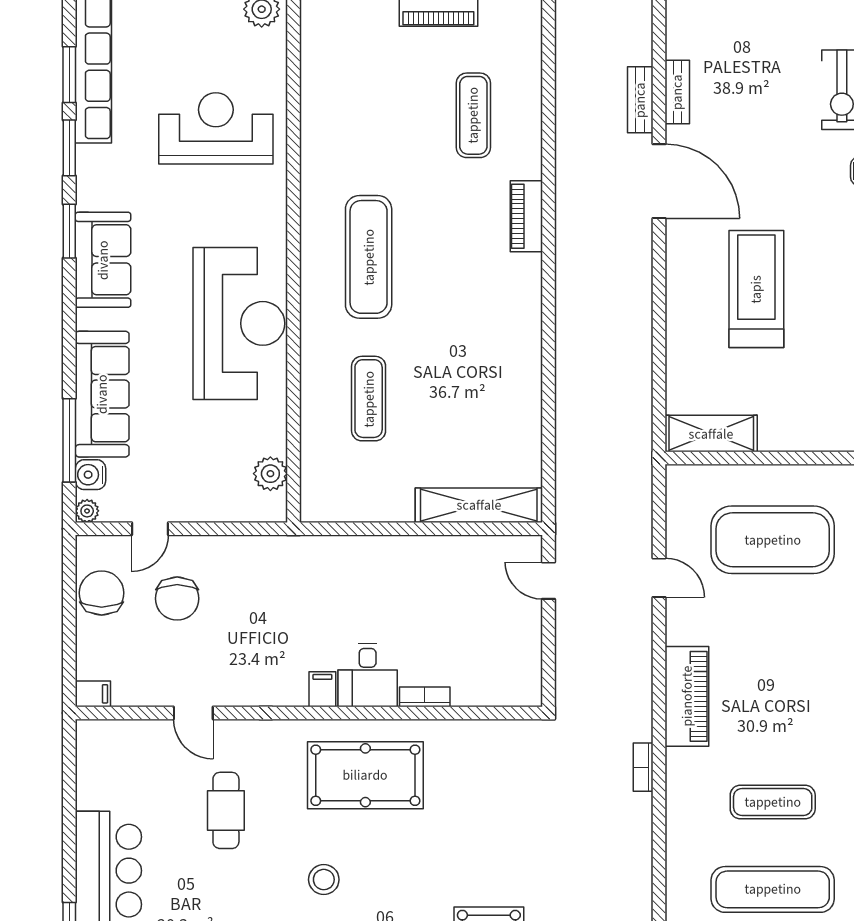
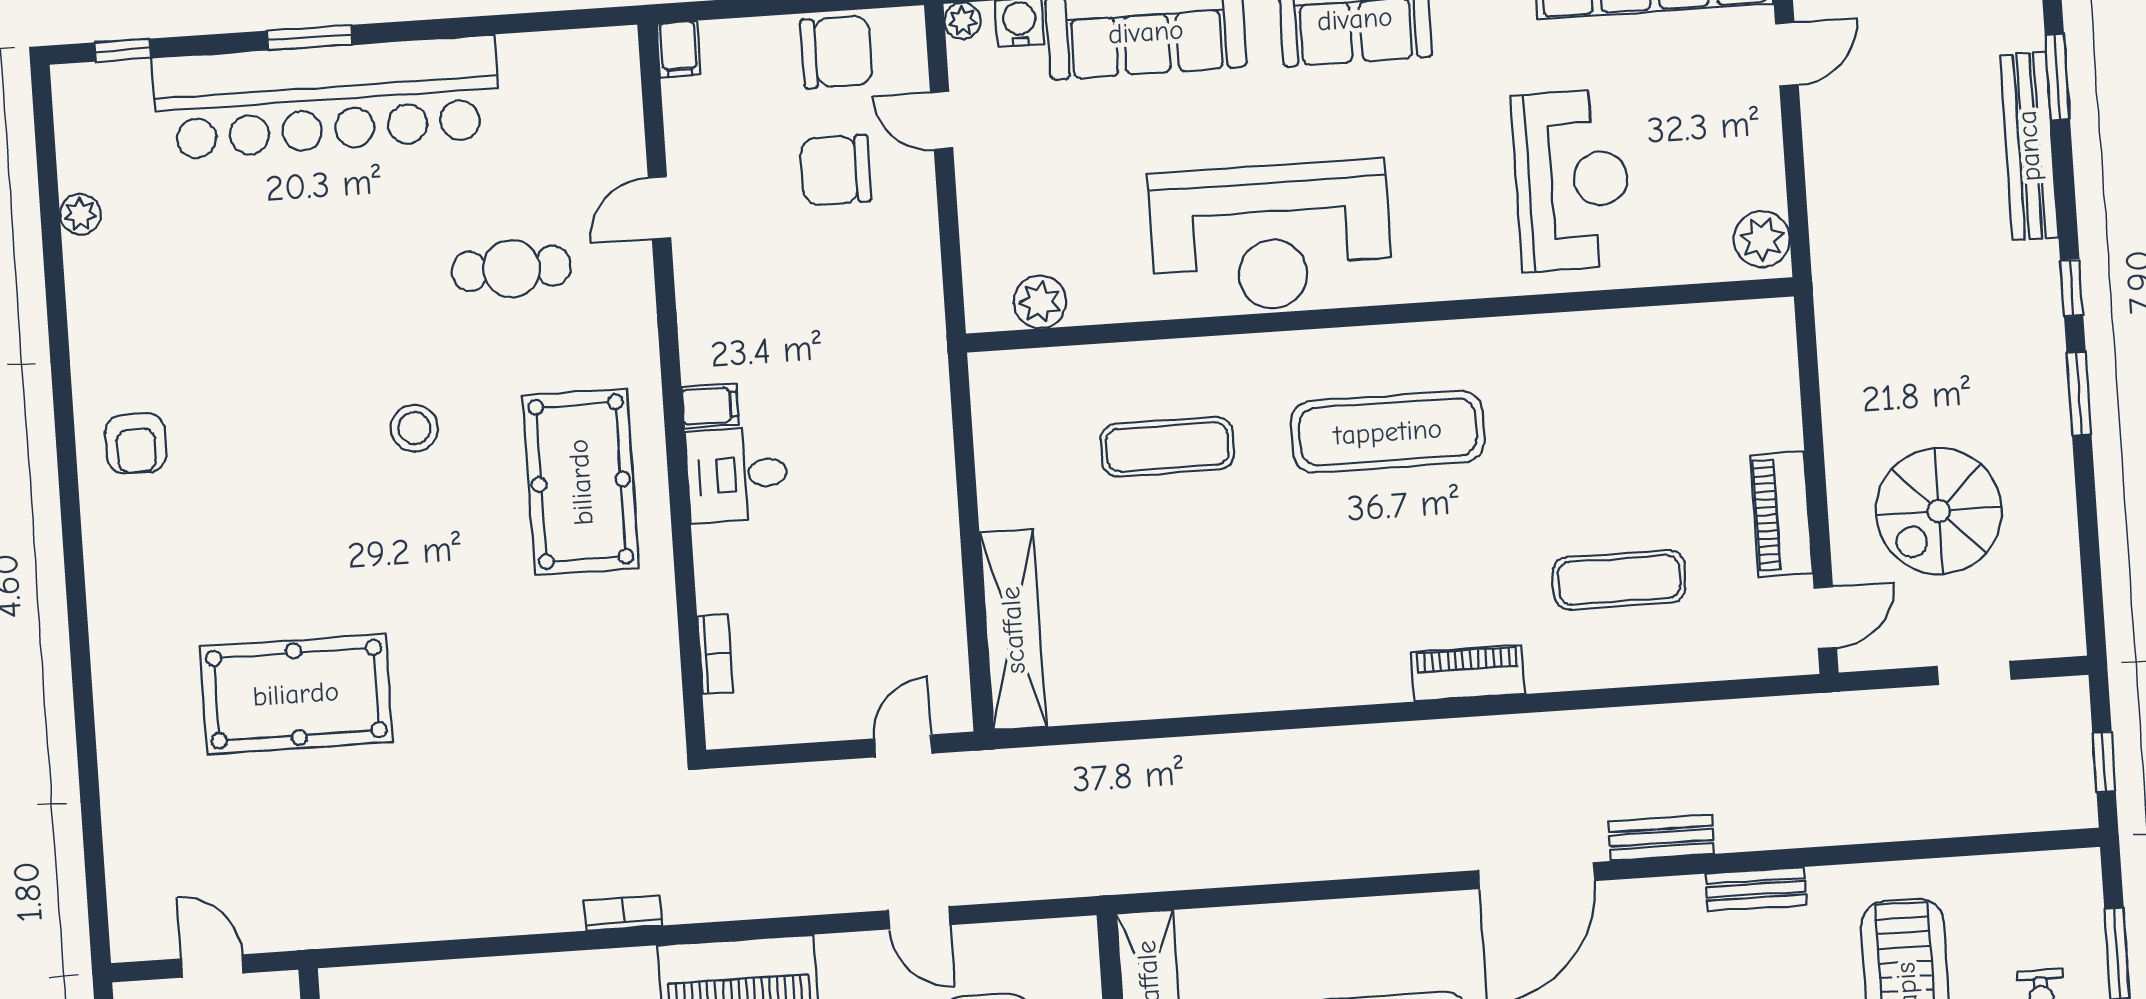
bench: (677, 92) -> (1756, 889), moved
door: (659, 578) -> (919, 918), hinge flipped
bookcase: (425, 697) -> (715, 654), moved

